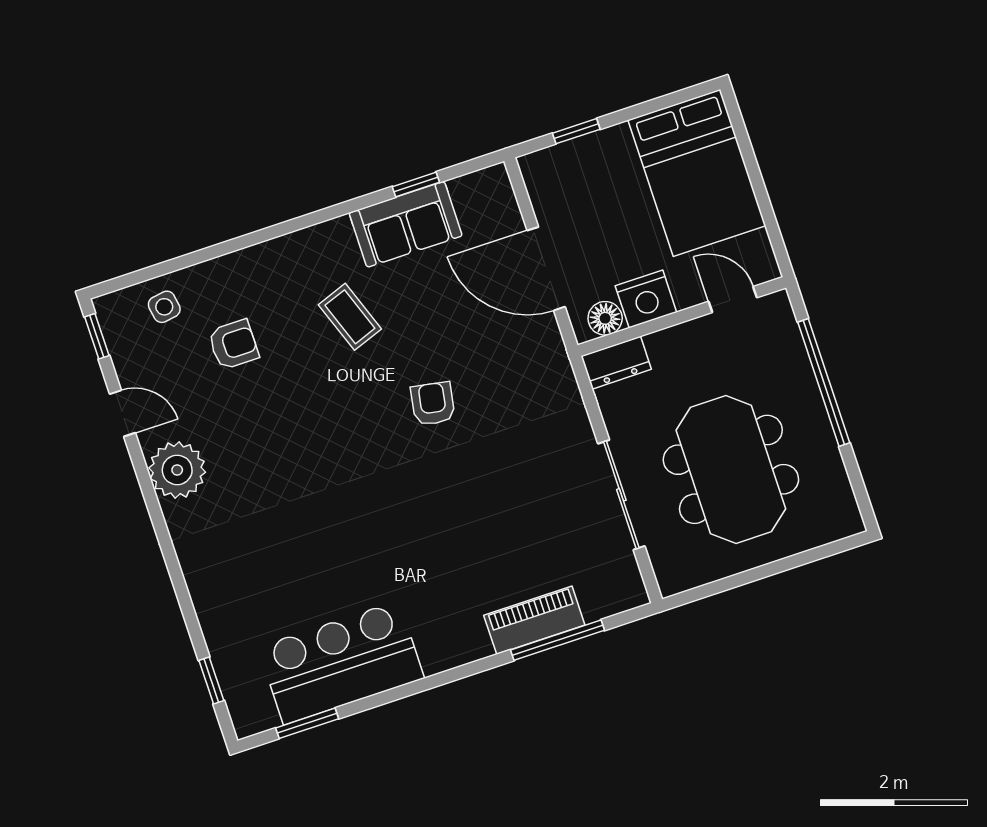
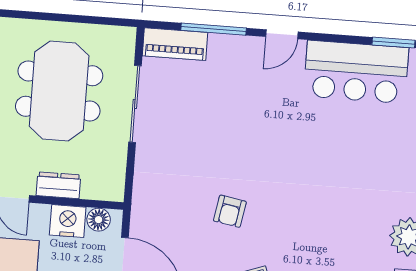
dresser: (616, 363) -> (58, 185), moved
piano: (534, 620) -> (175, 44), moved
door: (462, 672) -> (282, 34), added

